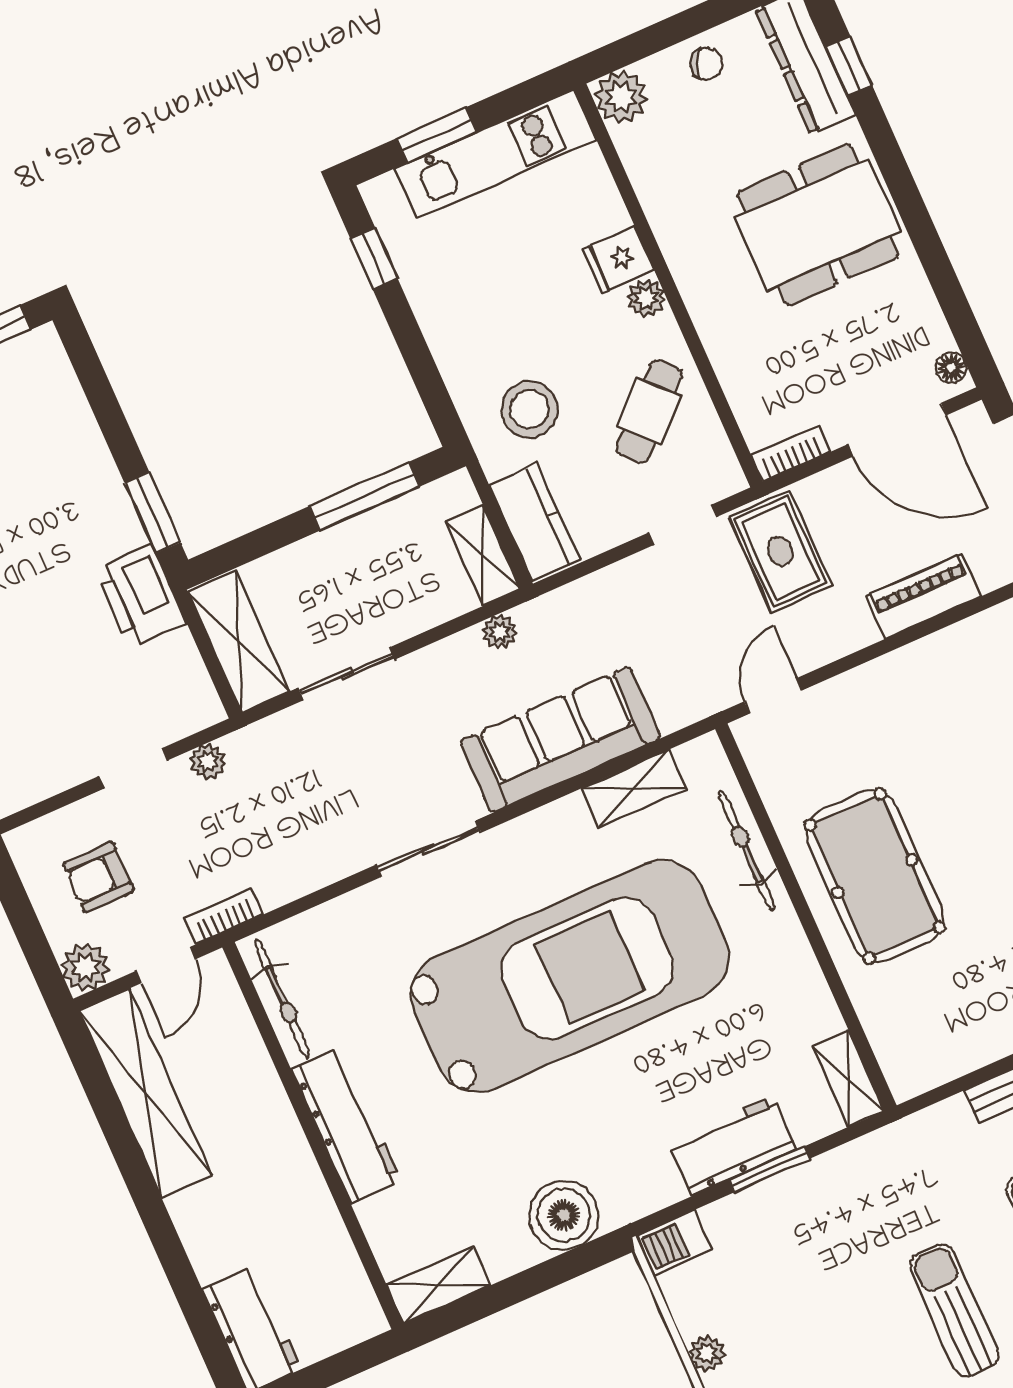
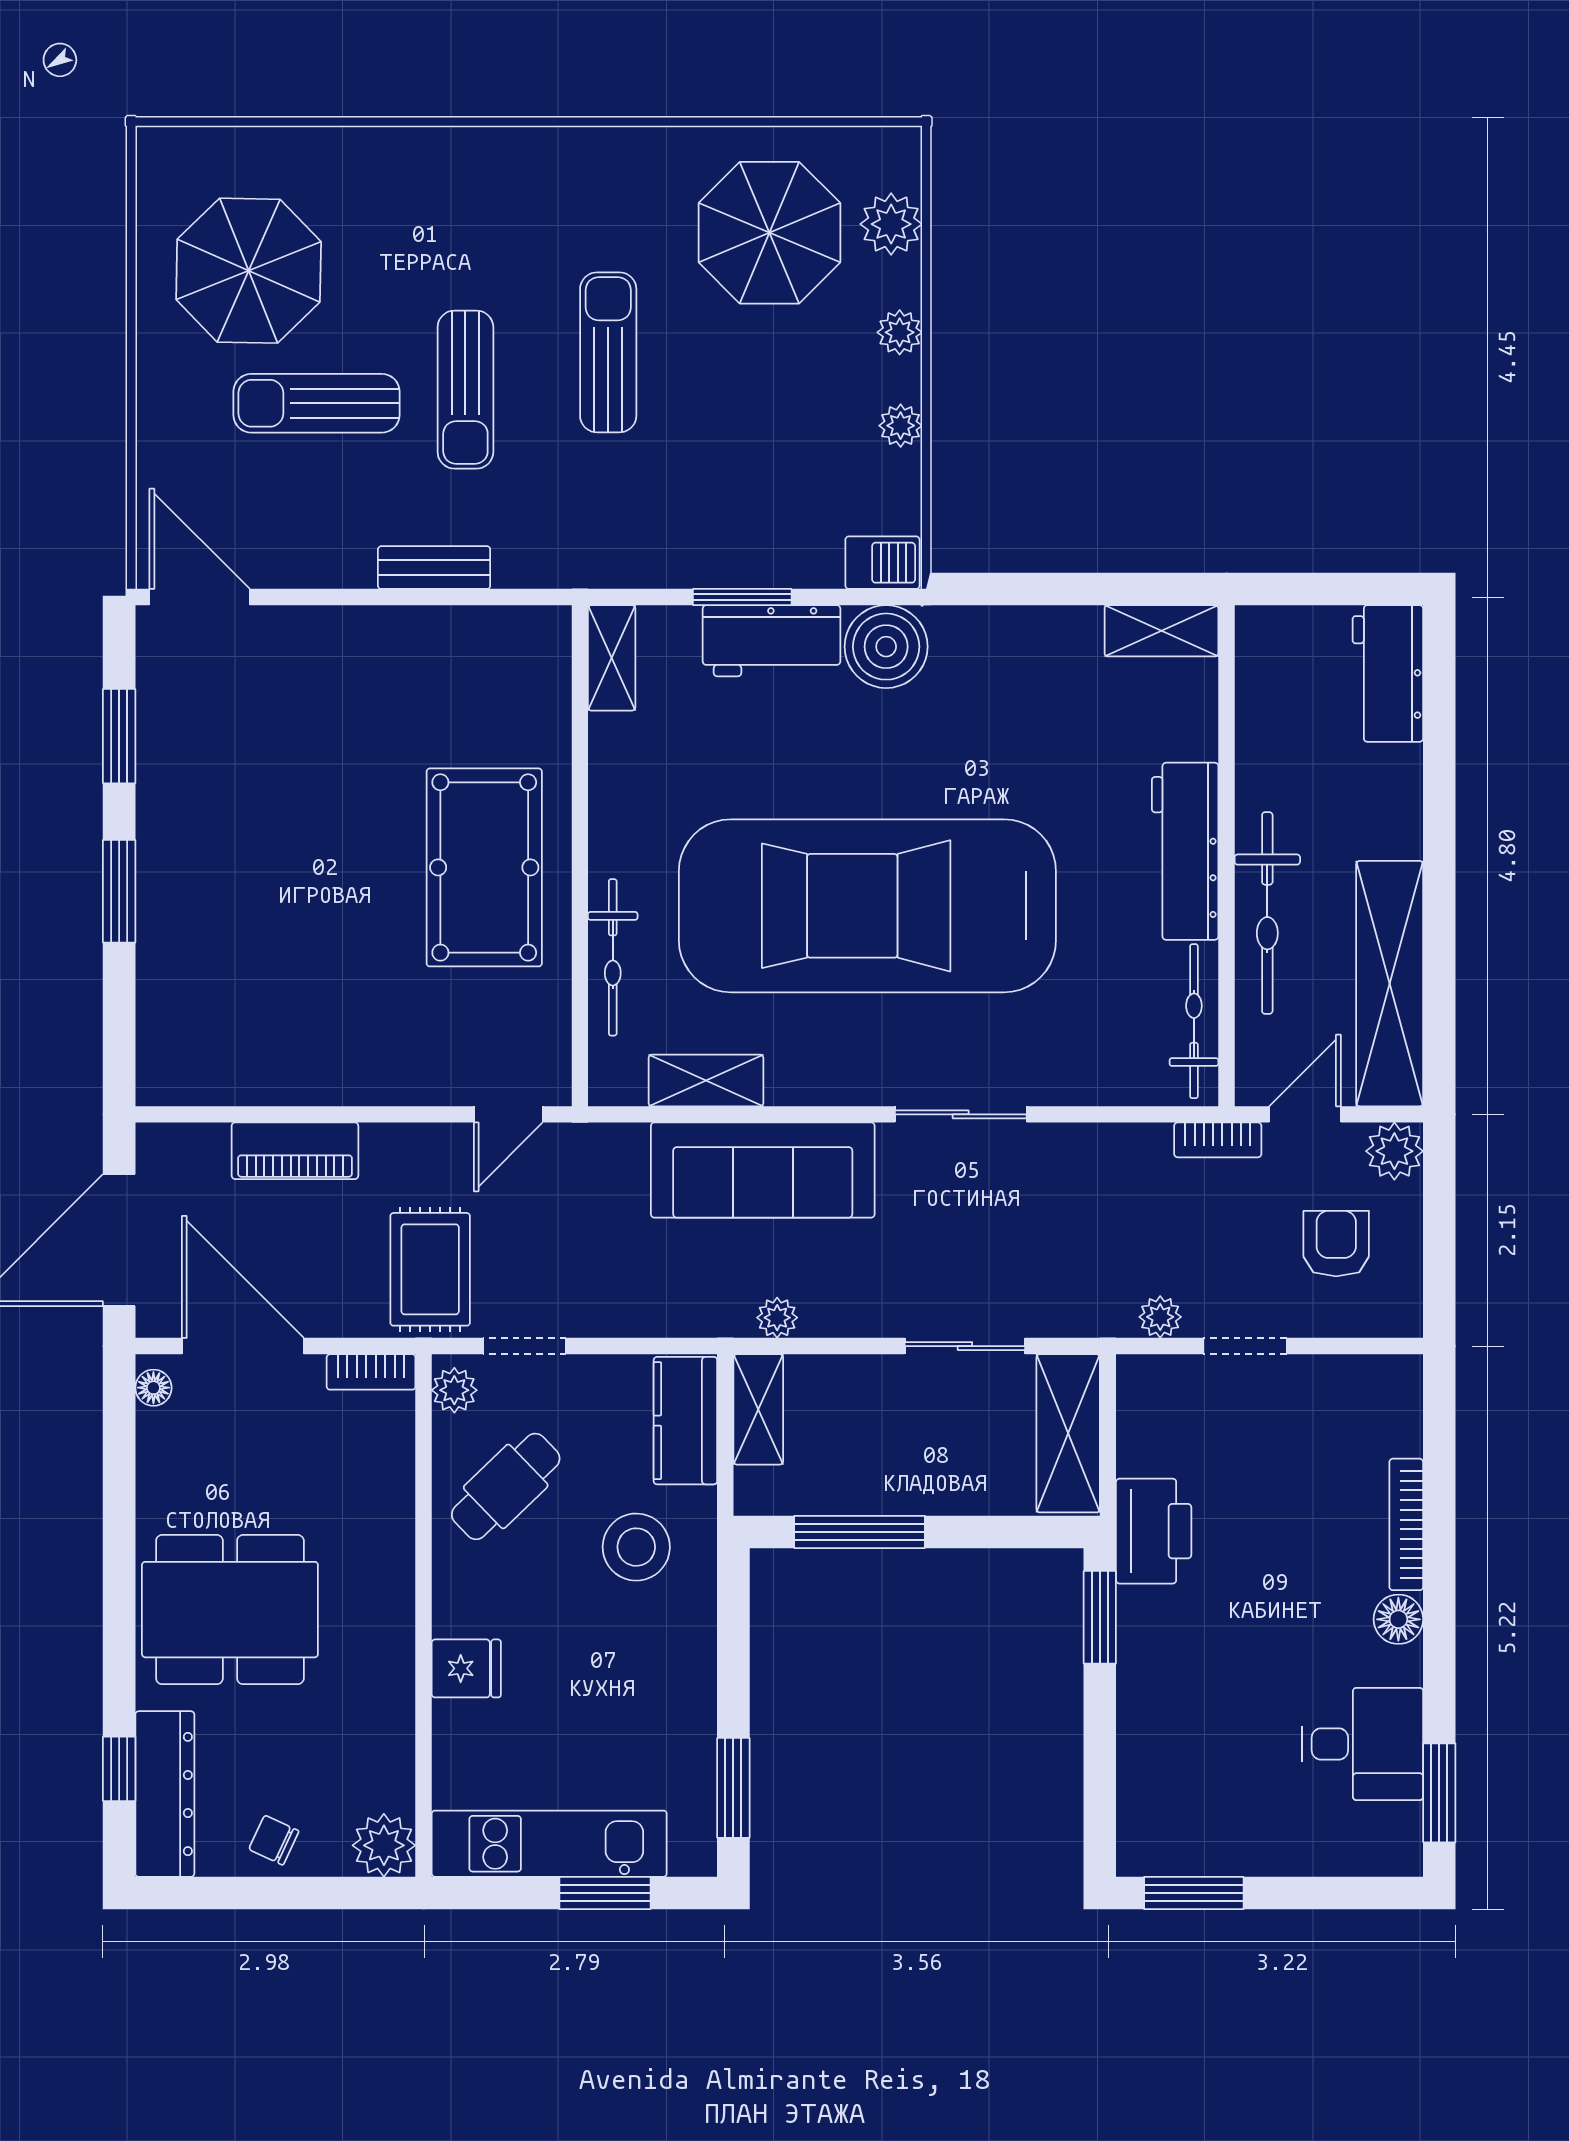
window: (374, 259) -> (733, 1788), width x1.50
plant: (646, 298) -> (454, 1390), moved
armchair: (98, 877) -> (1336, 1244), turned -90
bicycle: (263, 1106) -> (1267, 913), added
boiler: (564, 1215) -> (886, 647), moved
sun lounger: (954, 1310) -> (608, 352), turned 180

